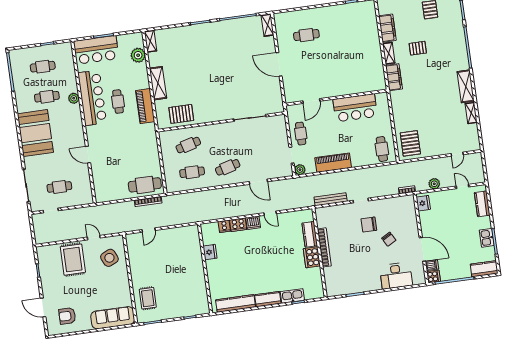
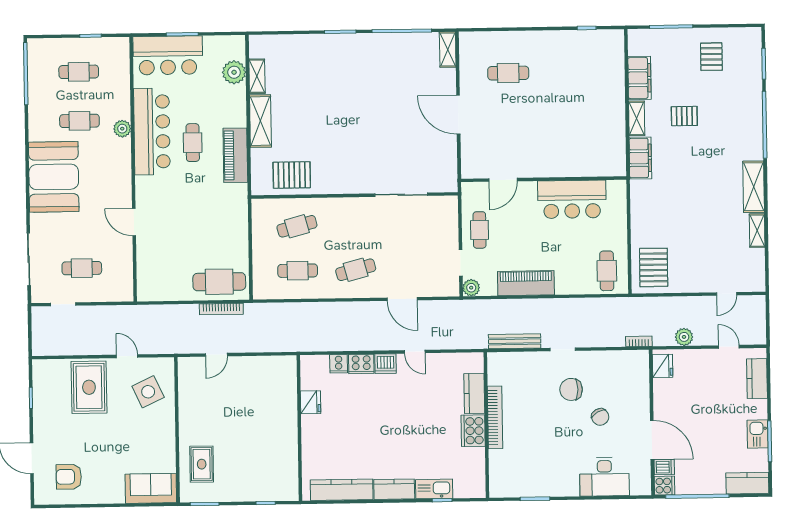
shelving: (150, 41) -> (257, 76), moved
sofa: (113, 318) -> (151, 488), width x0.73

